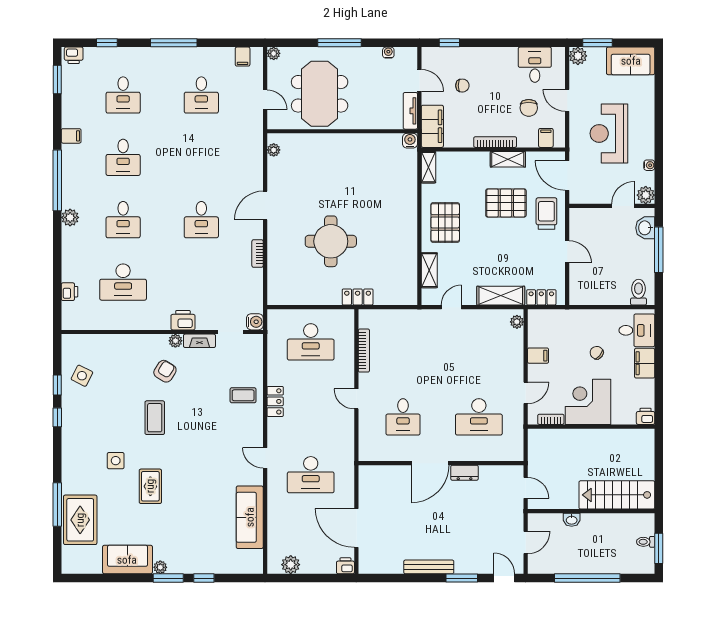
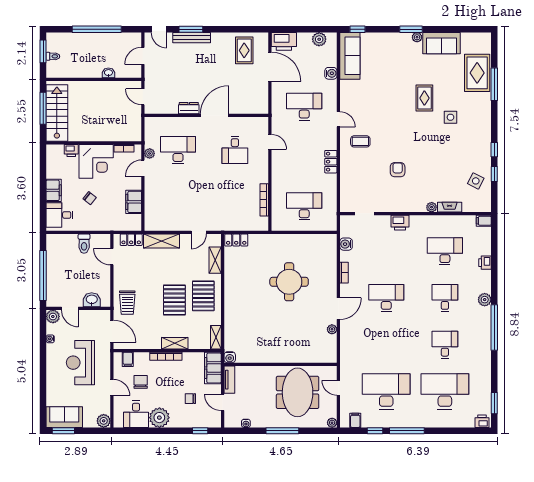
window: (107, 43) -> (375, 431), moved
window: (598, 43) -> (63, 431), moved
plant: (504, 60) -> (159, 418), added
desk: (123, 95) -> (445, 392), width x1.87, depth x1.30
desk: (201, 95) -> (386, 392), width x1.87, depth x1.30
reception desk: (609, 133) -> (80, 363), turned 180
filing cabinet: (71, 136) -> (484, 221), moved
plant: (274, 150) -> (332, 329), moved
shelving: (508, 159) -> (175, 343), moved
pallet: (506, 203) -> (174, 300), moved, turned 90
door: (623, 206) -> (70, 308), hinge flipped
desk: (201, 220) -> (386, 298), width x1.37
washbasin: (645, 228) -> (92, 300), moved, turned -90
window: (659, 250) -> (43, 275), width x1.46
door: (567, 252) -> (112, 257), moved
printer: (70, 292) -> (485, 263), moved
toilet: (639, 292) -> (84, 244), moved
locker: (358, 297) -> (236, 240), moved
water cooler: (255, 322) -> (346, 244), moved
plant: (517, 322) -> (150, 153), moved
plant: (175, 341) -> (432, 207), moved
fireplace: (199, 341) -> (450, 207), moved
filing cabinet: (538, 356) -> (134, 202), width x2.00
armchair: (165, 371) -> (398, 170), moved, turned 148
coffee table: (243, 395) -> (360, 141), moved
door: (356, 399) -> (270, 142), moved
printer: (646, 416) -> (71, 150), moved
desk: (403, 417) -> (235, 150), turned 180
coffee table: (155, 418) -> (421, 149), removed
window: (659, 473) -> (43, 108), added
stairs: (617, 495) -> (57, 113), moved, turned -90
sofa: (250, 517) -> (350, 56), moved
water cooler: (275, 519) -> (331, 73), added
rug: (391, 550) -> (244, 50), added
printer: (345, 566) -> (284, 41), width x1.87, depth x1.48
bench: (429, 567) -> (192, 38), moved
window: (204, 578) -> (357, 29), moved

